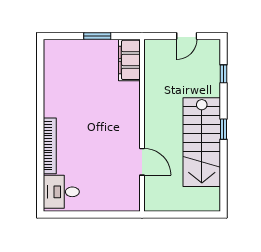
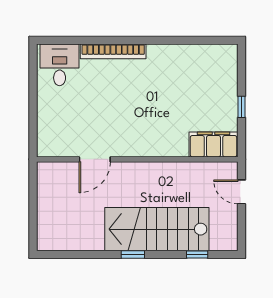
window: (97, 36) -> (242, 107), width x0.67
door: (187, 36) -> (242, 192), moved
stairs: (202, 142) -> (157, 229), moved

